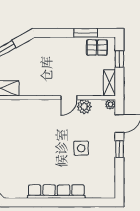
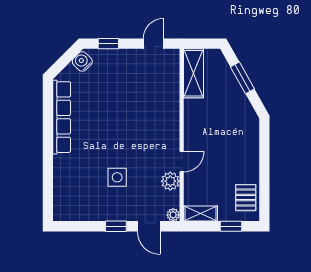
window: (86, 33) -> (264, 183), removed
door: (69, 98) -> (182, 162), swing flipped
row of seats: (56, 192) -> (62, 117), moved

